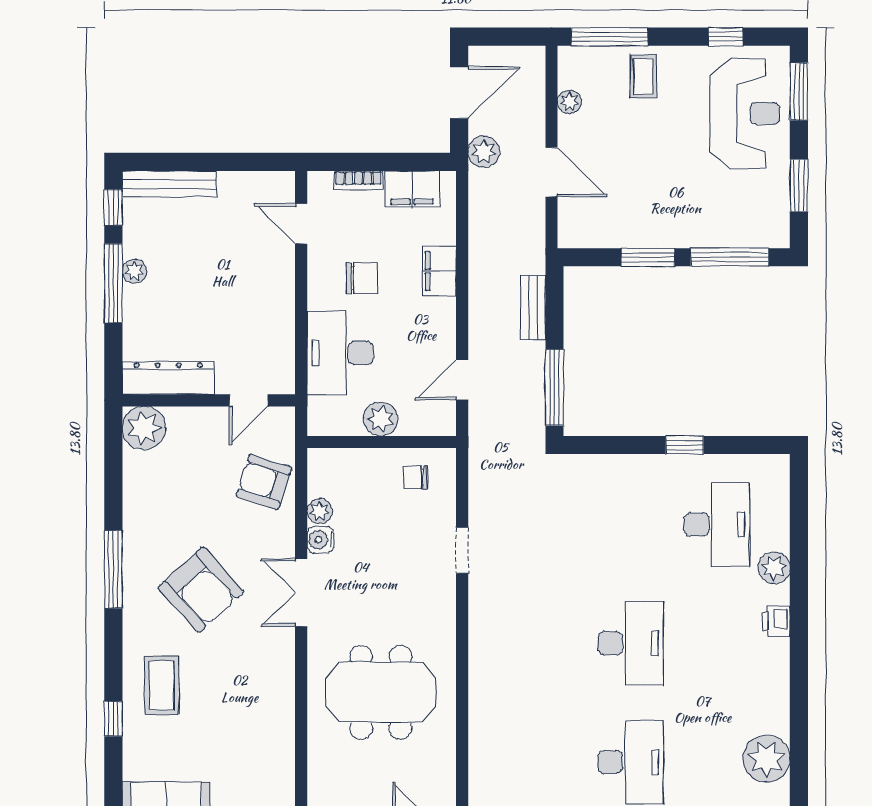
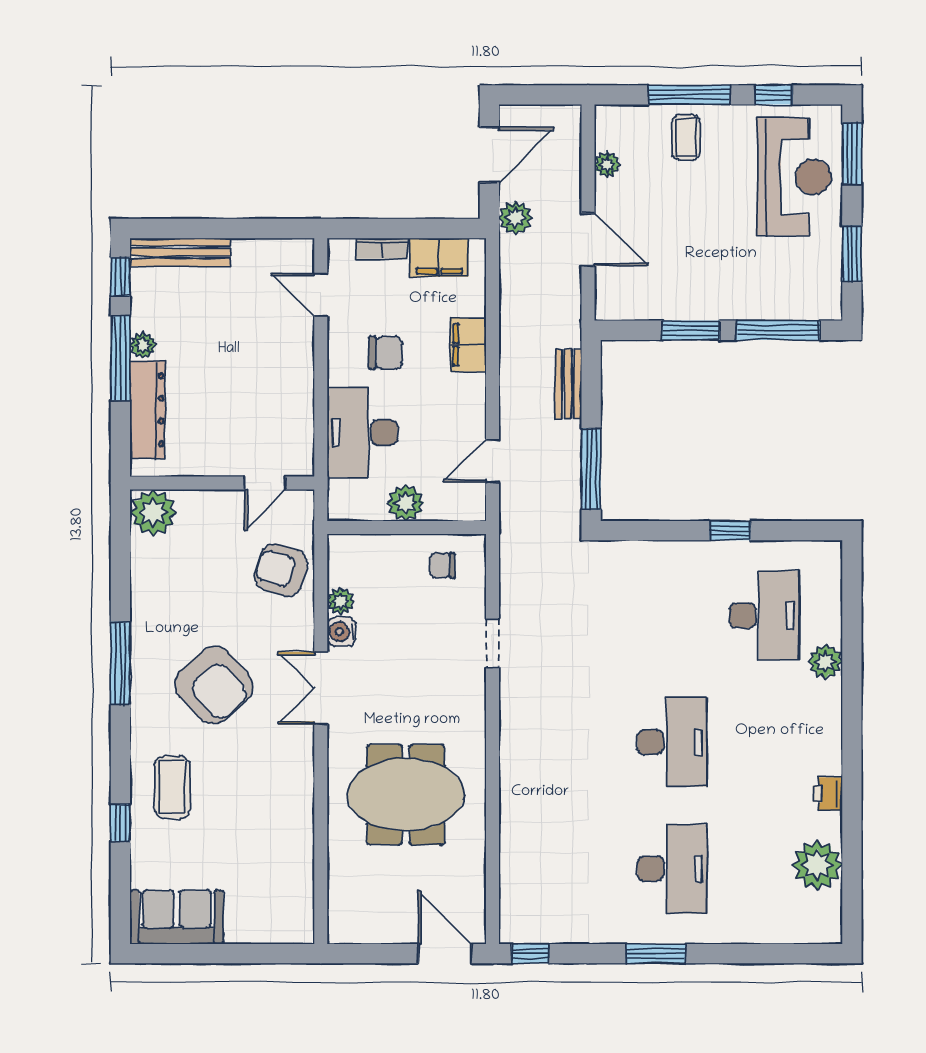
window: (609, 37) -> (689, 95), moved
dresser: (168, 378) -> (147, 410), moved, turned 90
printer: (776, 621) -> (827, 794), moved

